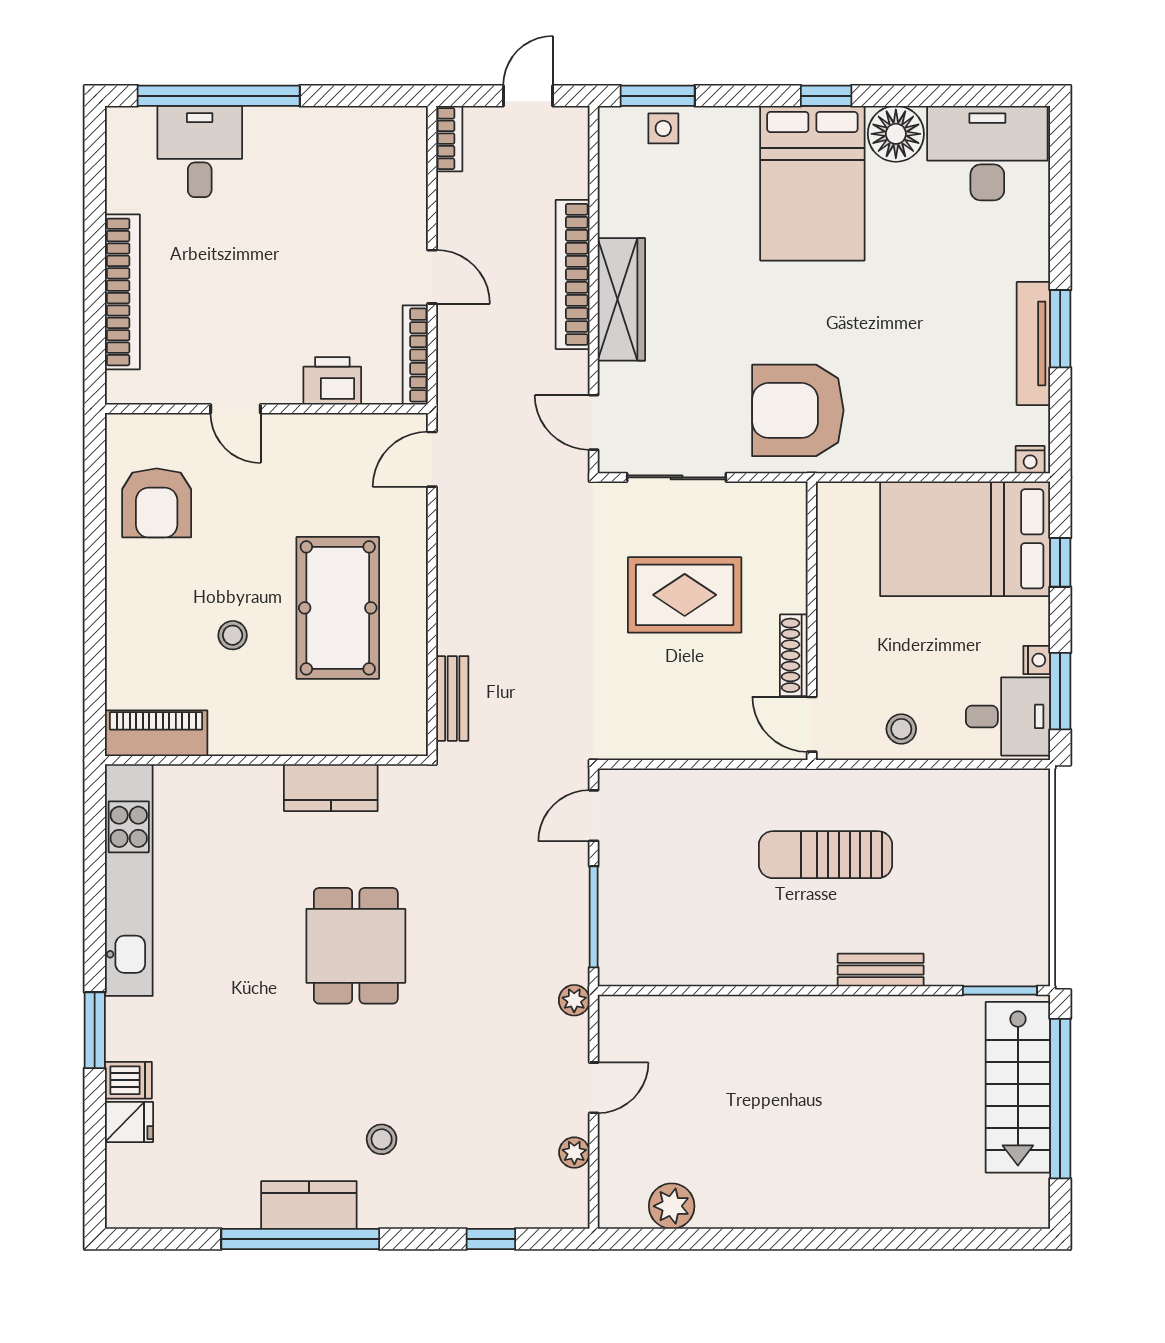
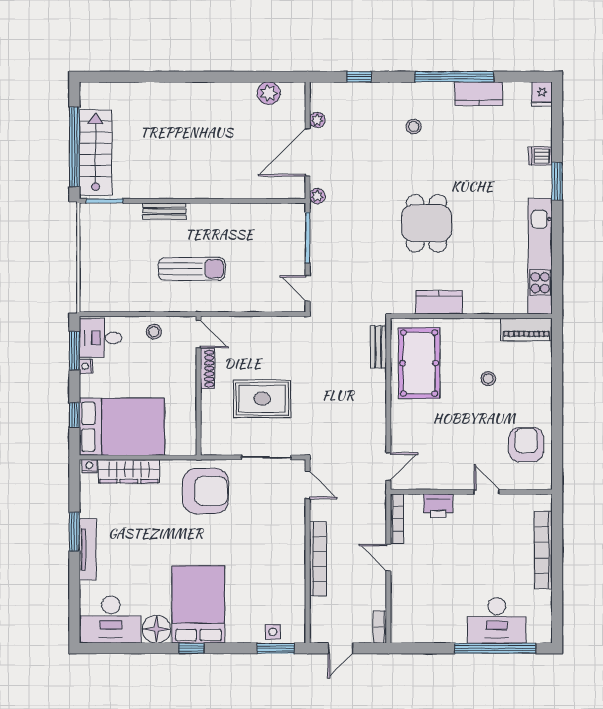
desk: (200, 151) -> (497, 620), width x1.37
wardrobe: (621, 299) -> (129, 471), moved, turned -90
tv unit: (1033, 343) -> (88, 549), moved
pool table: (338, 608) -> (419, 363), moved
door: (594, 816) -> (308, 288), swing flipped
door: (594, 1088) -> (308, 152), width x1.88
fridge: (129, 1122) -> (542, 94), moved, turned -90
kitchen counter: (309, 1205) -> (479, 94), moved

